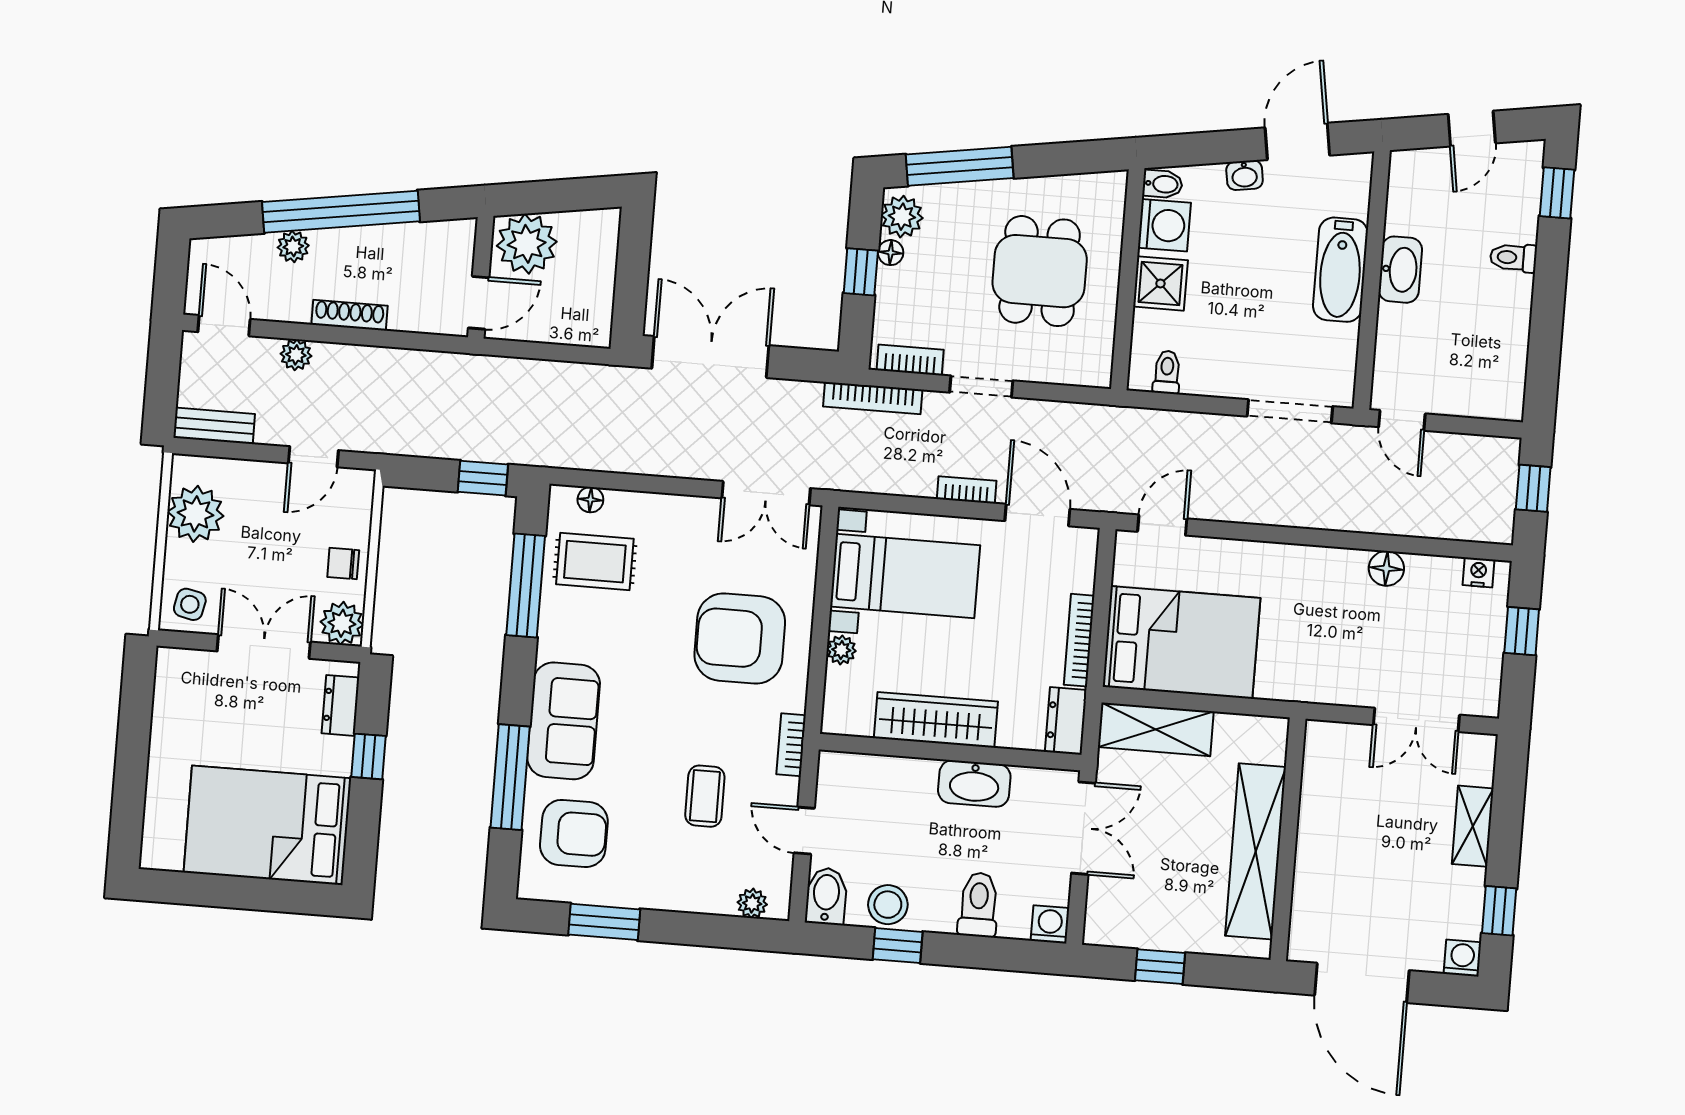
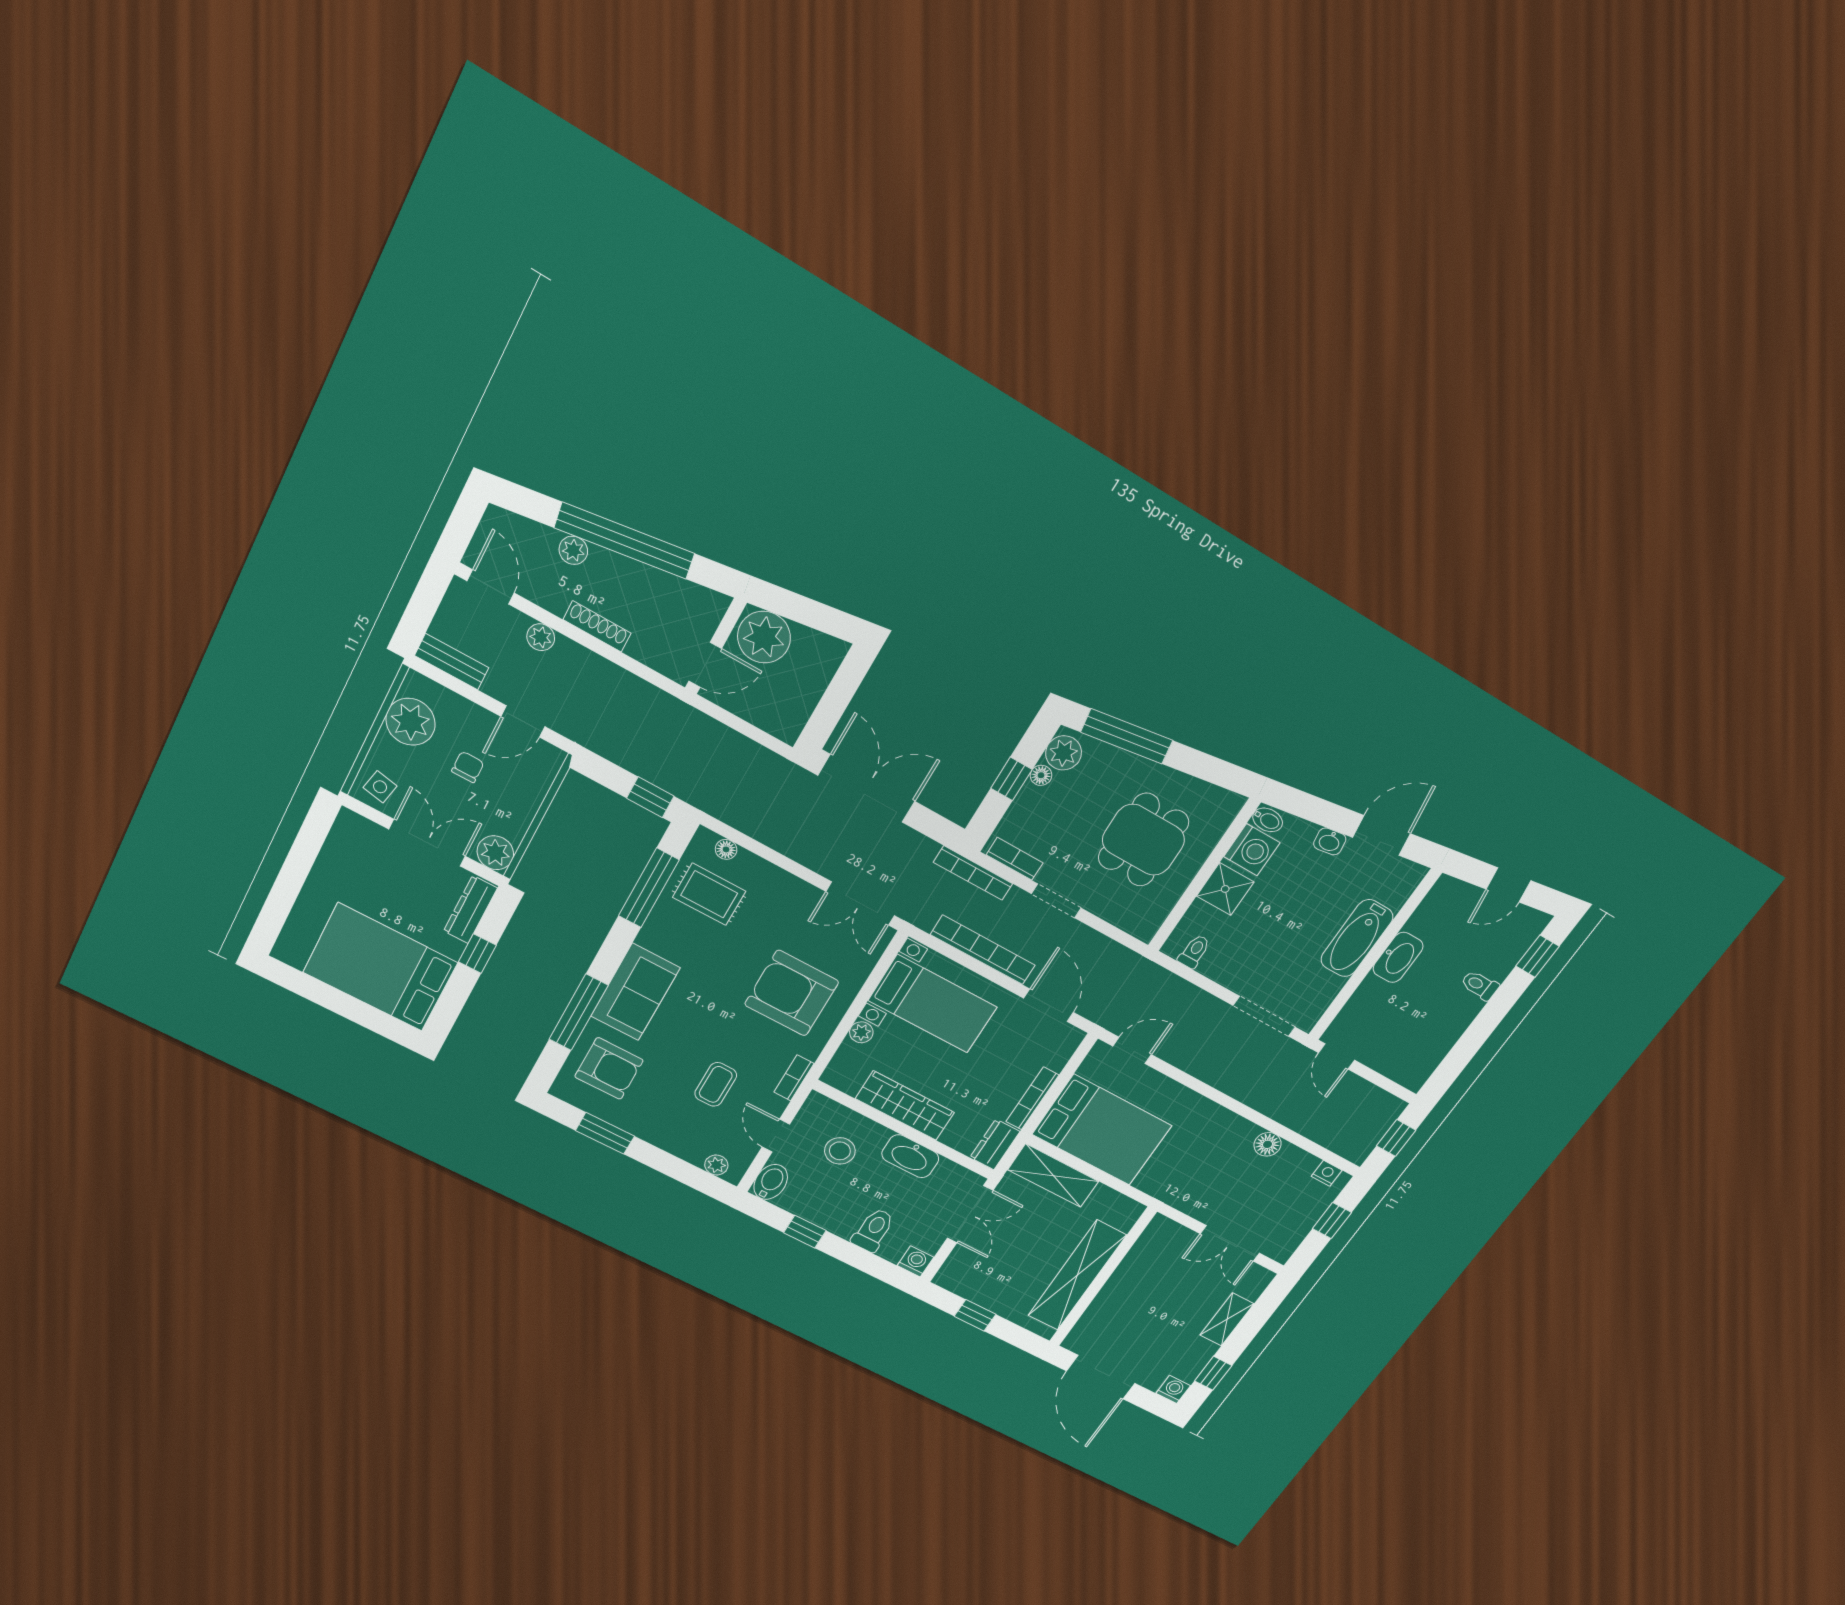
bookcase: (967, 490) -> (983, 950), width x2.31, depth x1.31
chair: (343, 564) -> (468, 767), moved, turned 90
dresser: (340, 705) -> (470, 910), width x1.44
stool: (888, 905) -> (840, 1151), moved

